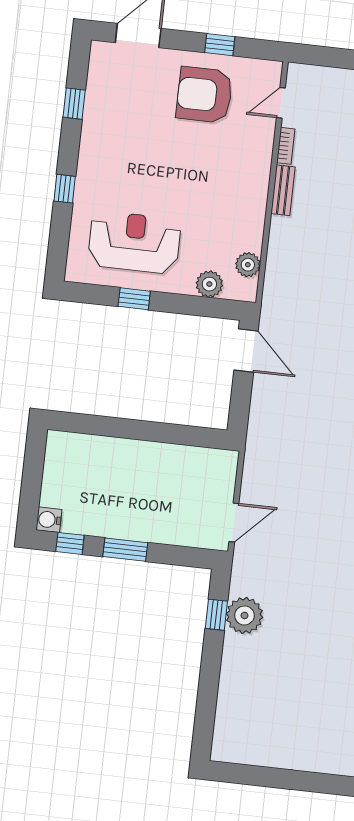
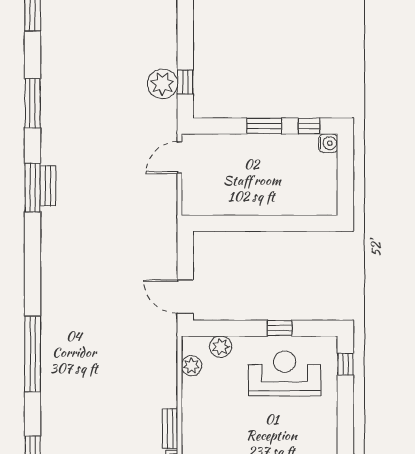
window: (65, 189) -> (345, 364), moved
reception desk: (134, 242) -> (285, 373), turned 180

